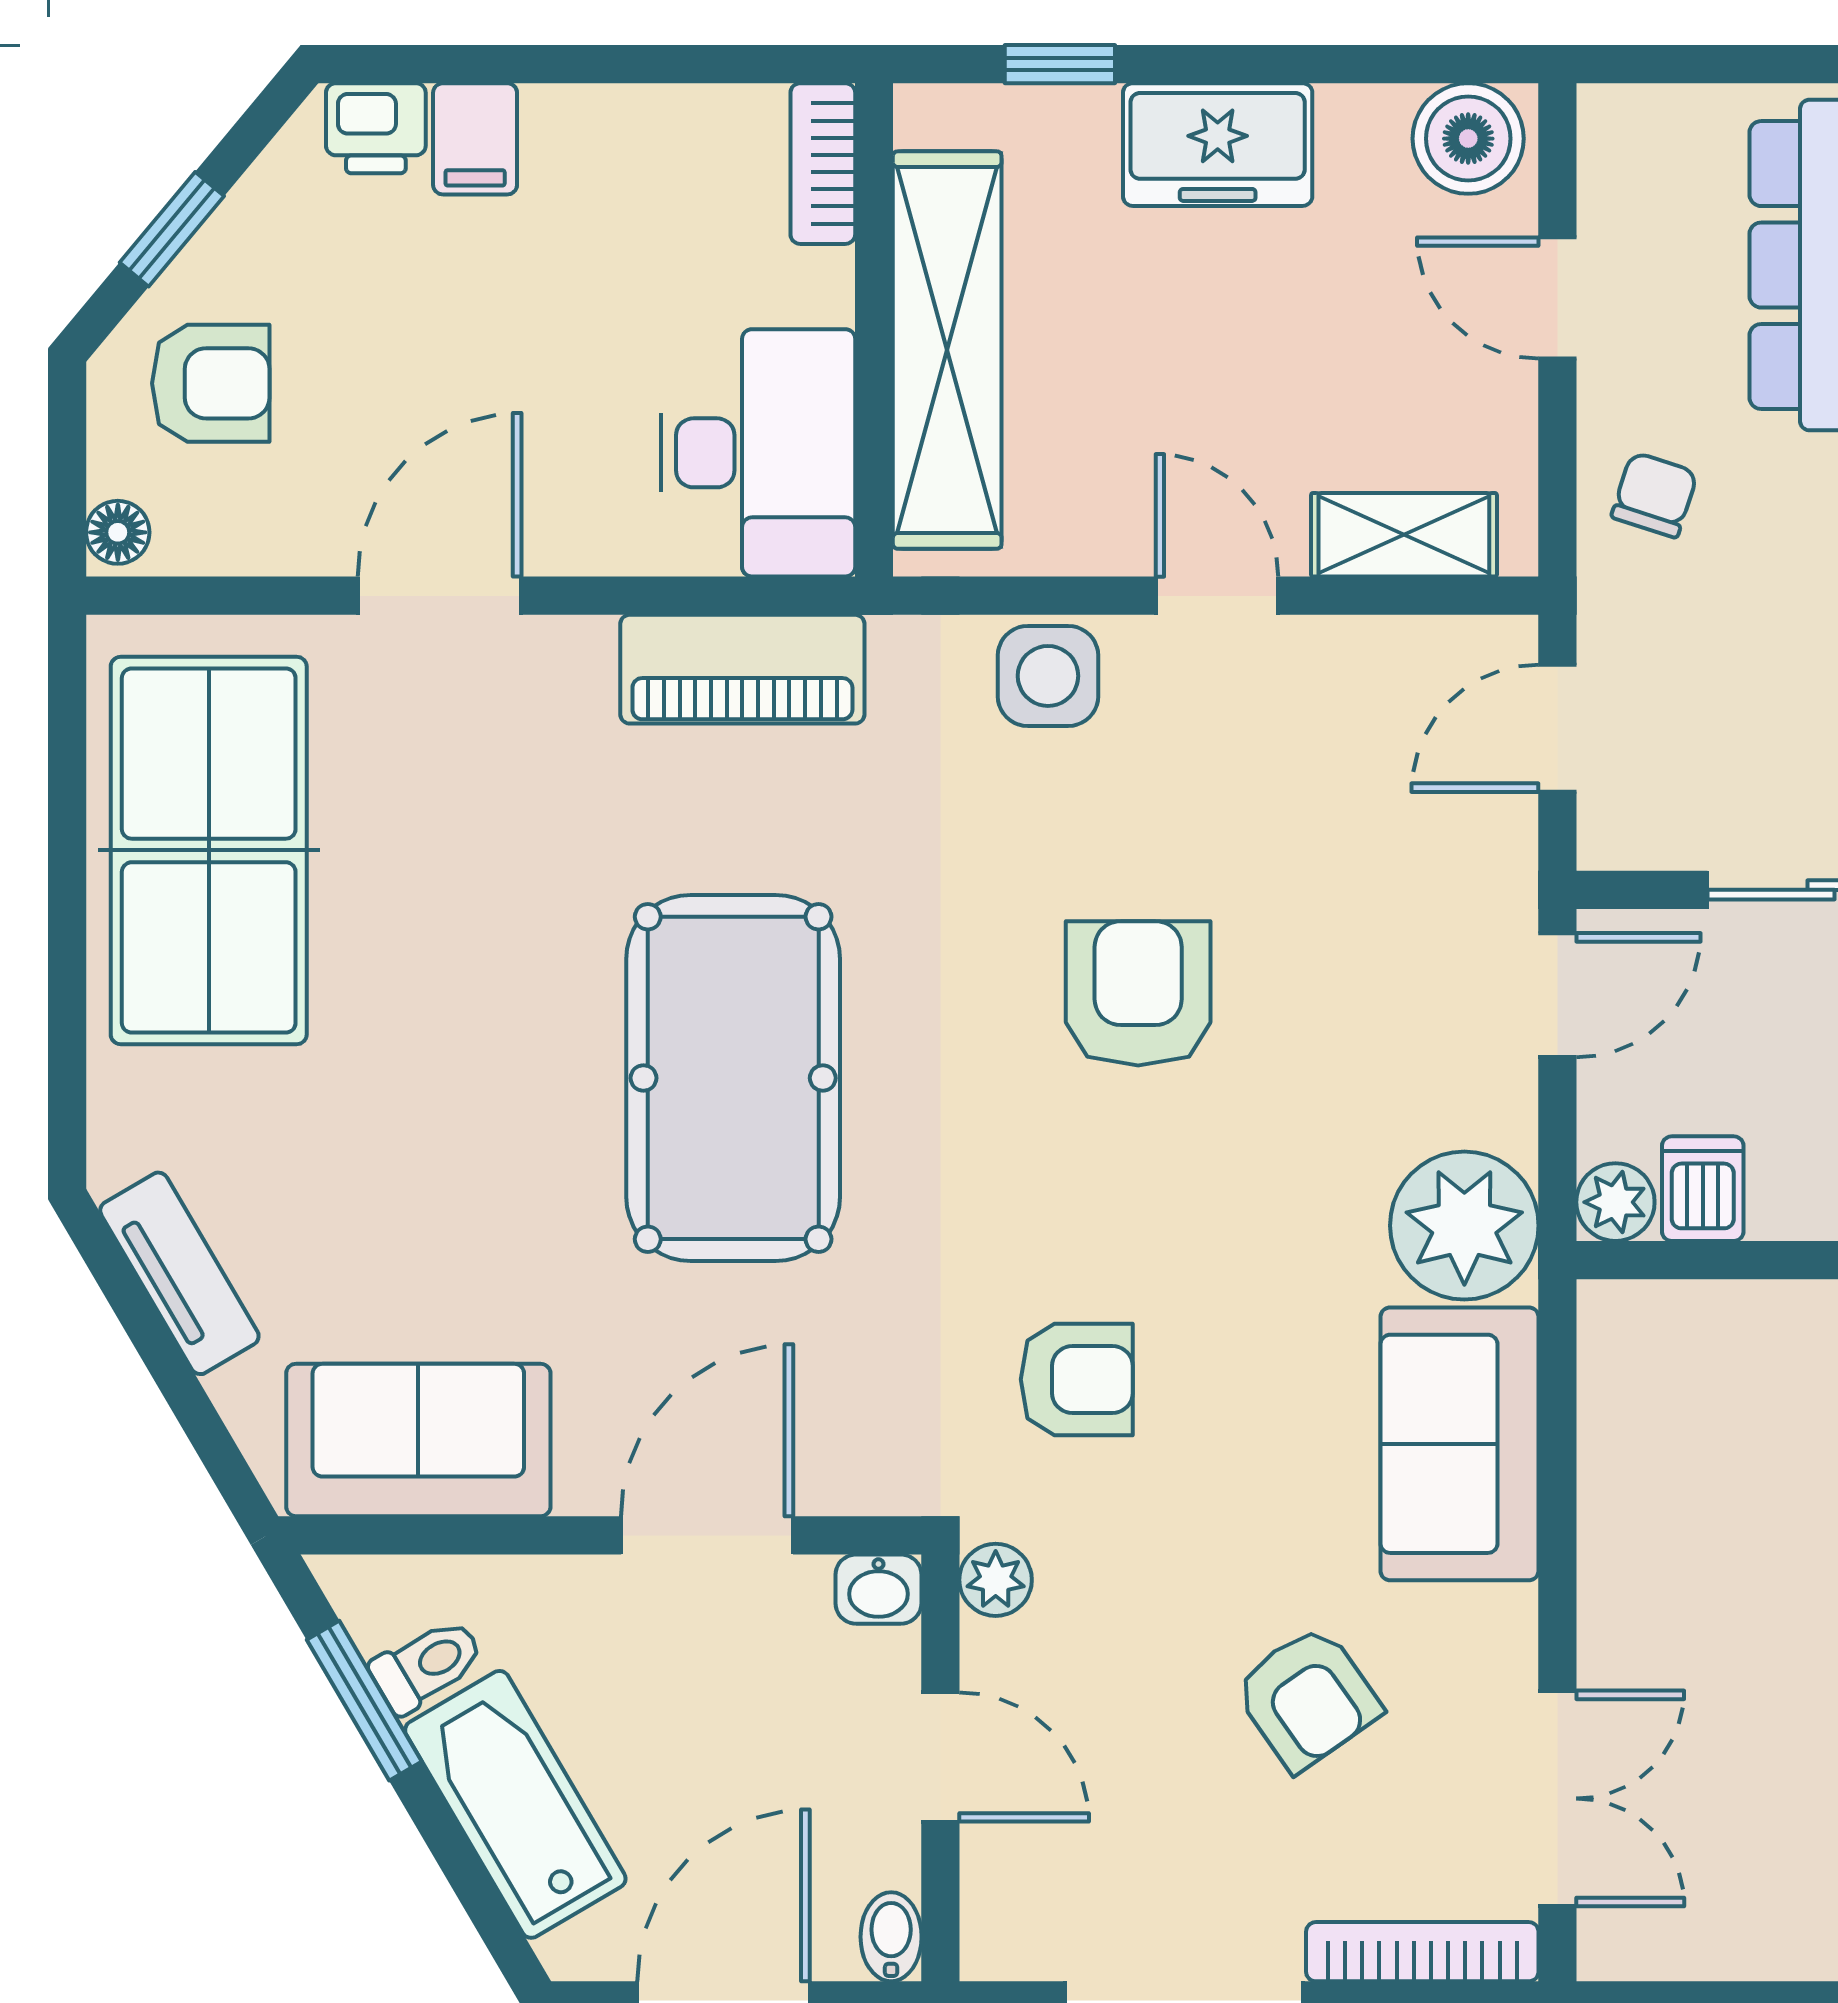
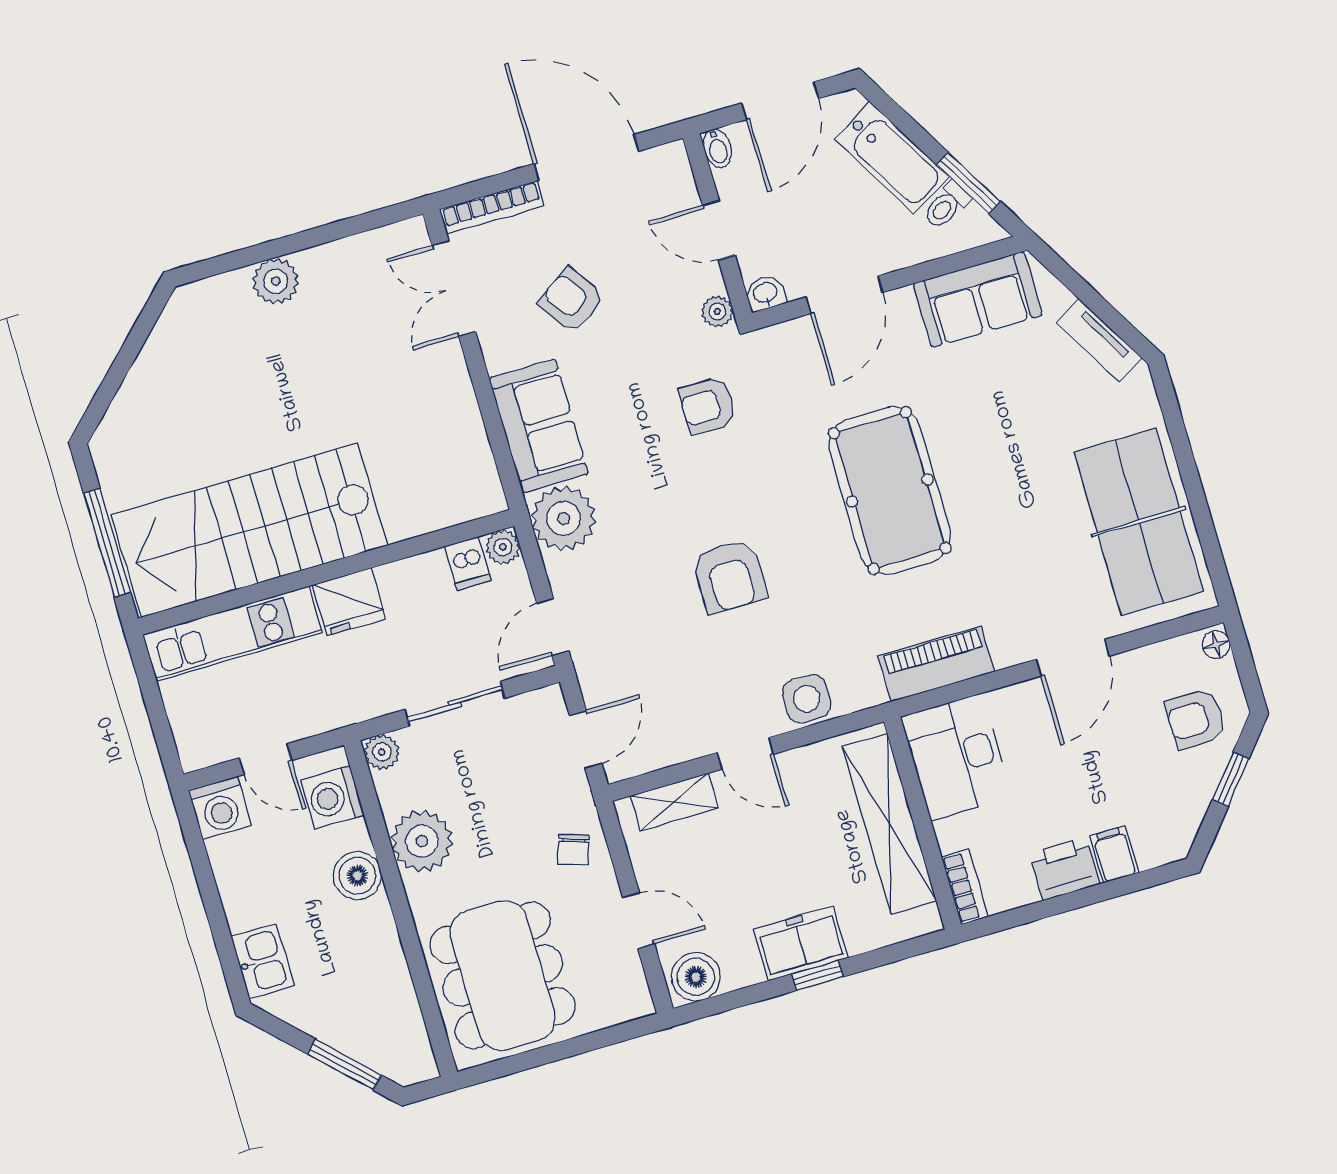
window: (1060, 64) -> (818, 975), moved
printer: (376, 128) -> (1065, 869), moved, width x1.36, depth x1.24

